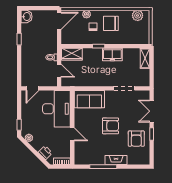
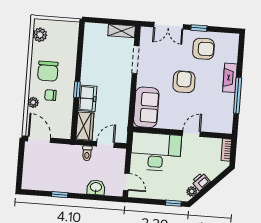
washbasin: (27, 17) -> (96, 187), moved
freezer: (112, 55) -> (87, 98), moved
shelving: (145, 58) -> (122, 31), moved
printer: (45, 153) -> (201, 182), moved

